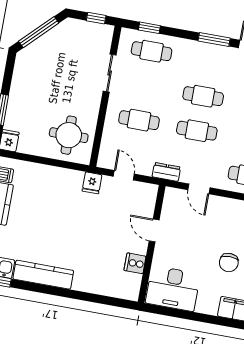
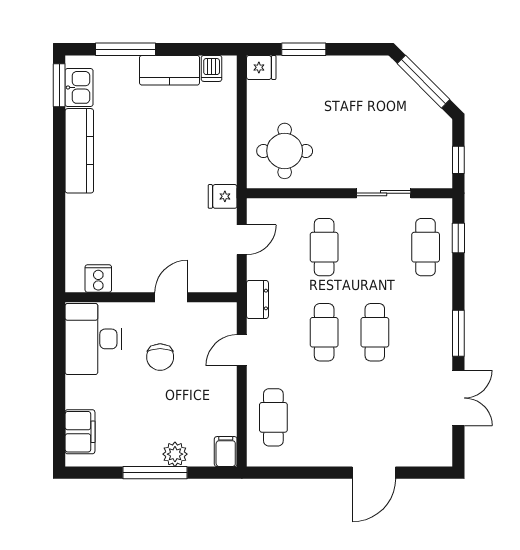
cooker: (135, 263) -> (98, 278), moved
chair: (229, 263) -> (160, 357), moved, turned -90

